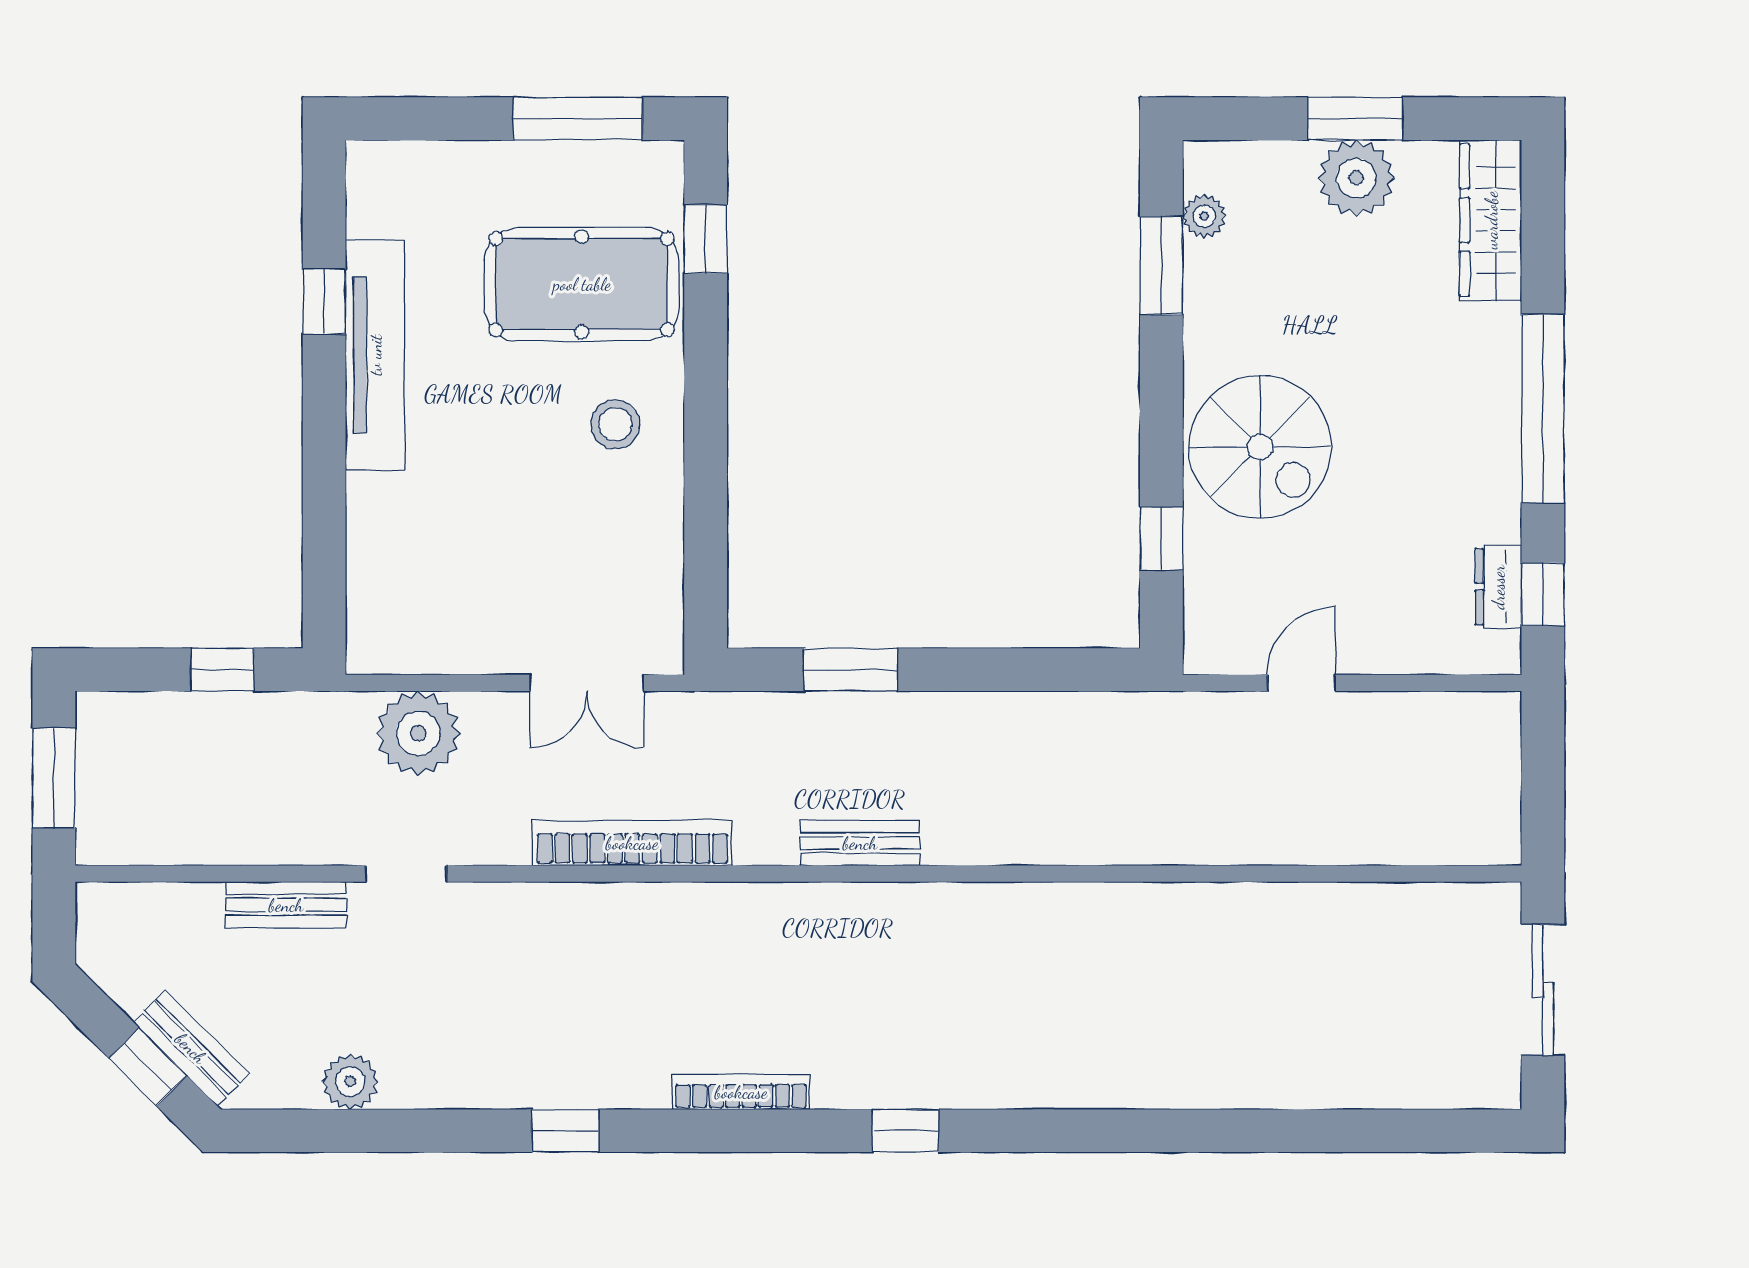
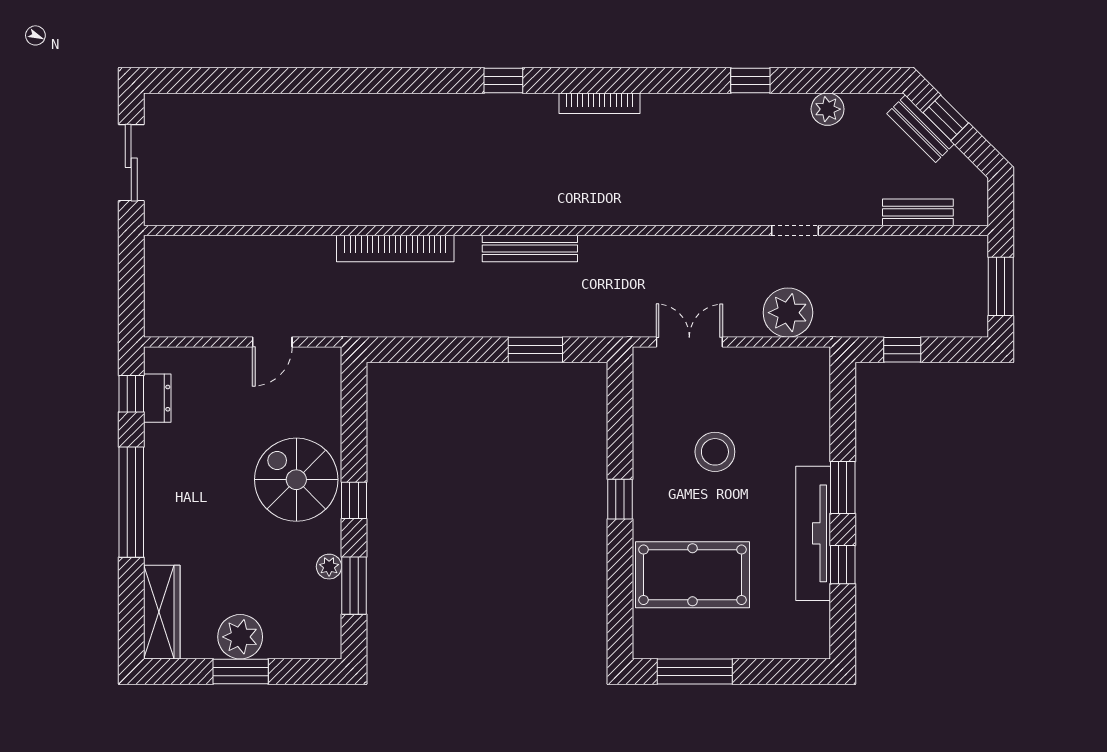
plant: (1204, 216) -> (329, 567), moved
window: (706, 239) -> (620, 499), moved
stool: (615, 424) -> (715, 452), moved, width x1.38, depth x1.38
window: (324, 434) -> (843, 487), added
window: (1161, 539) -> (354, 500), moved
bookcase: (632, 843) -> (395, 248), moved
bench: (860, 843) -> (530, 248), width x1.36
bench: (286, 905) -> (918, 212), moved
window: (565, 1131) -> (750, 80), moved

